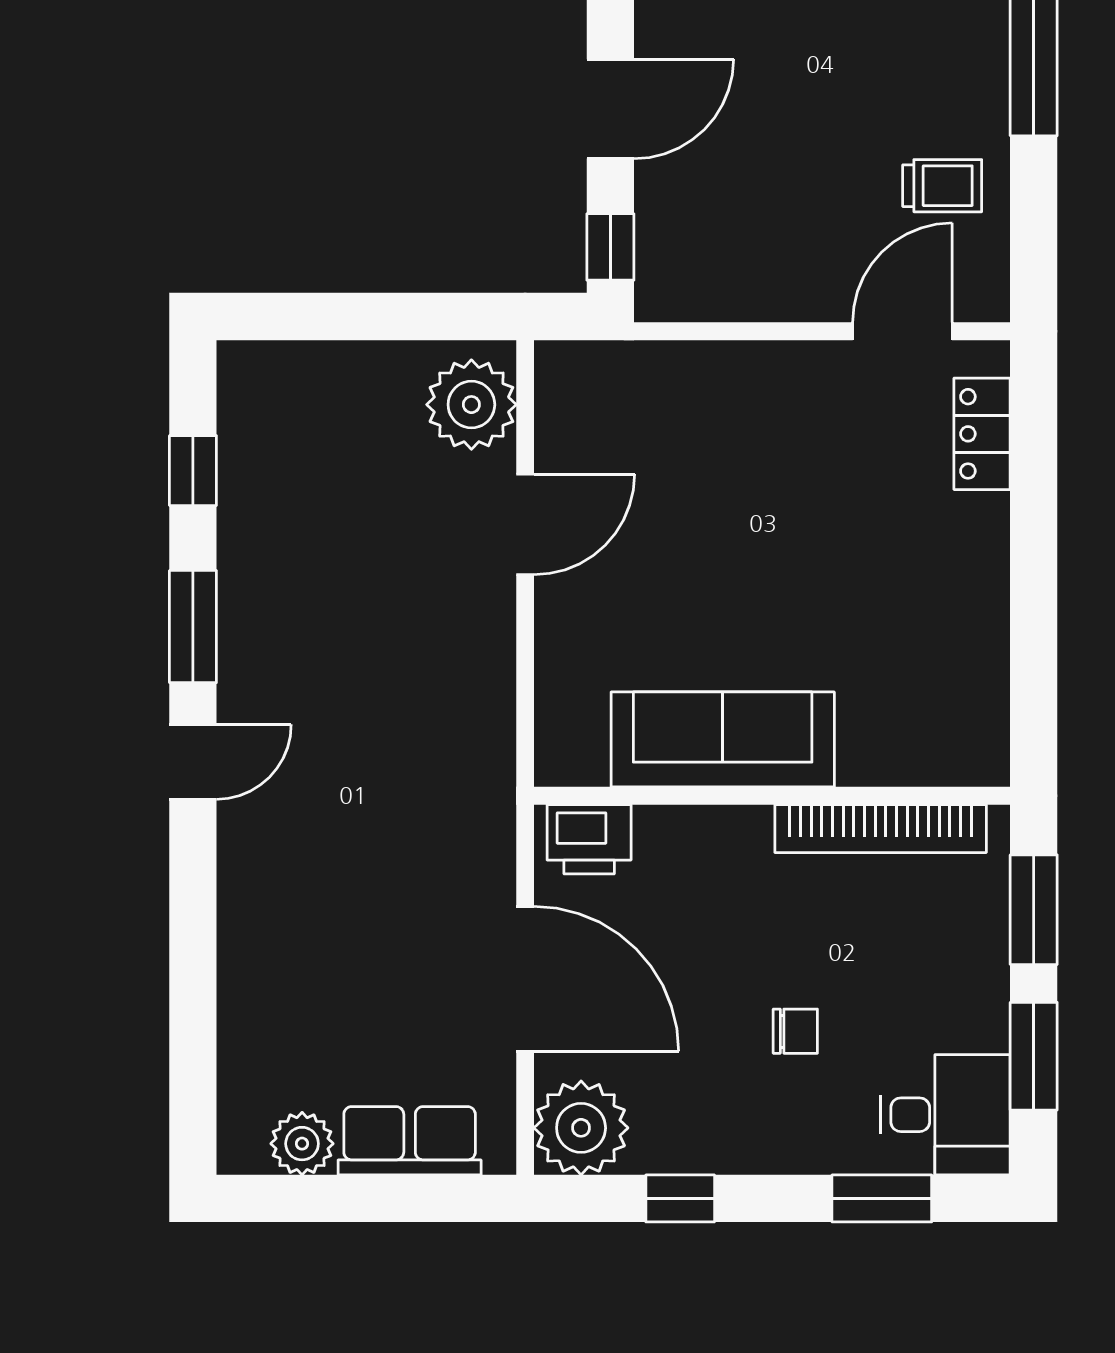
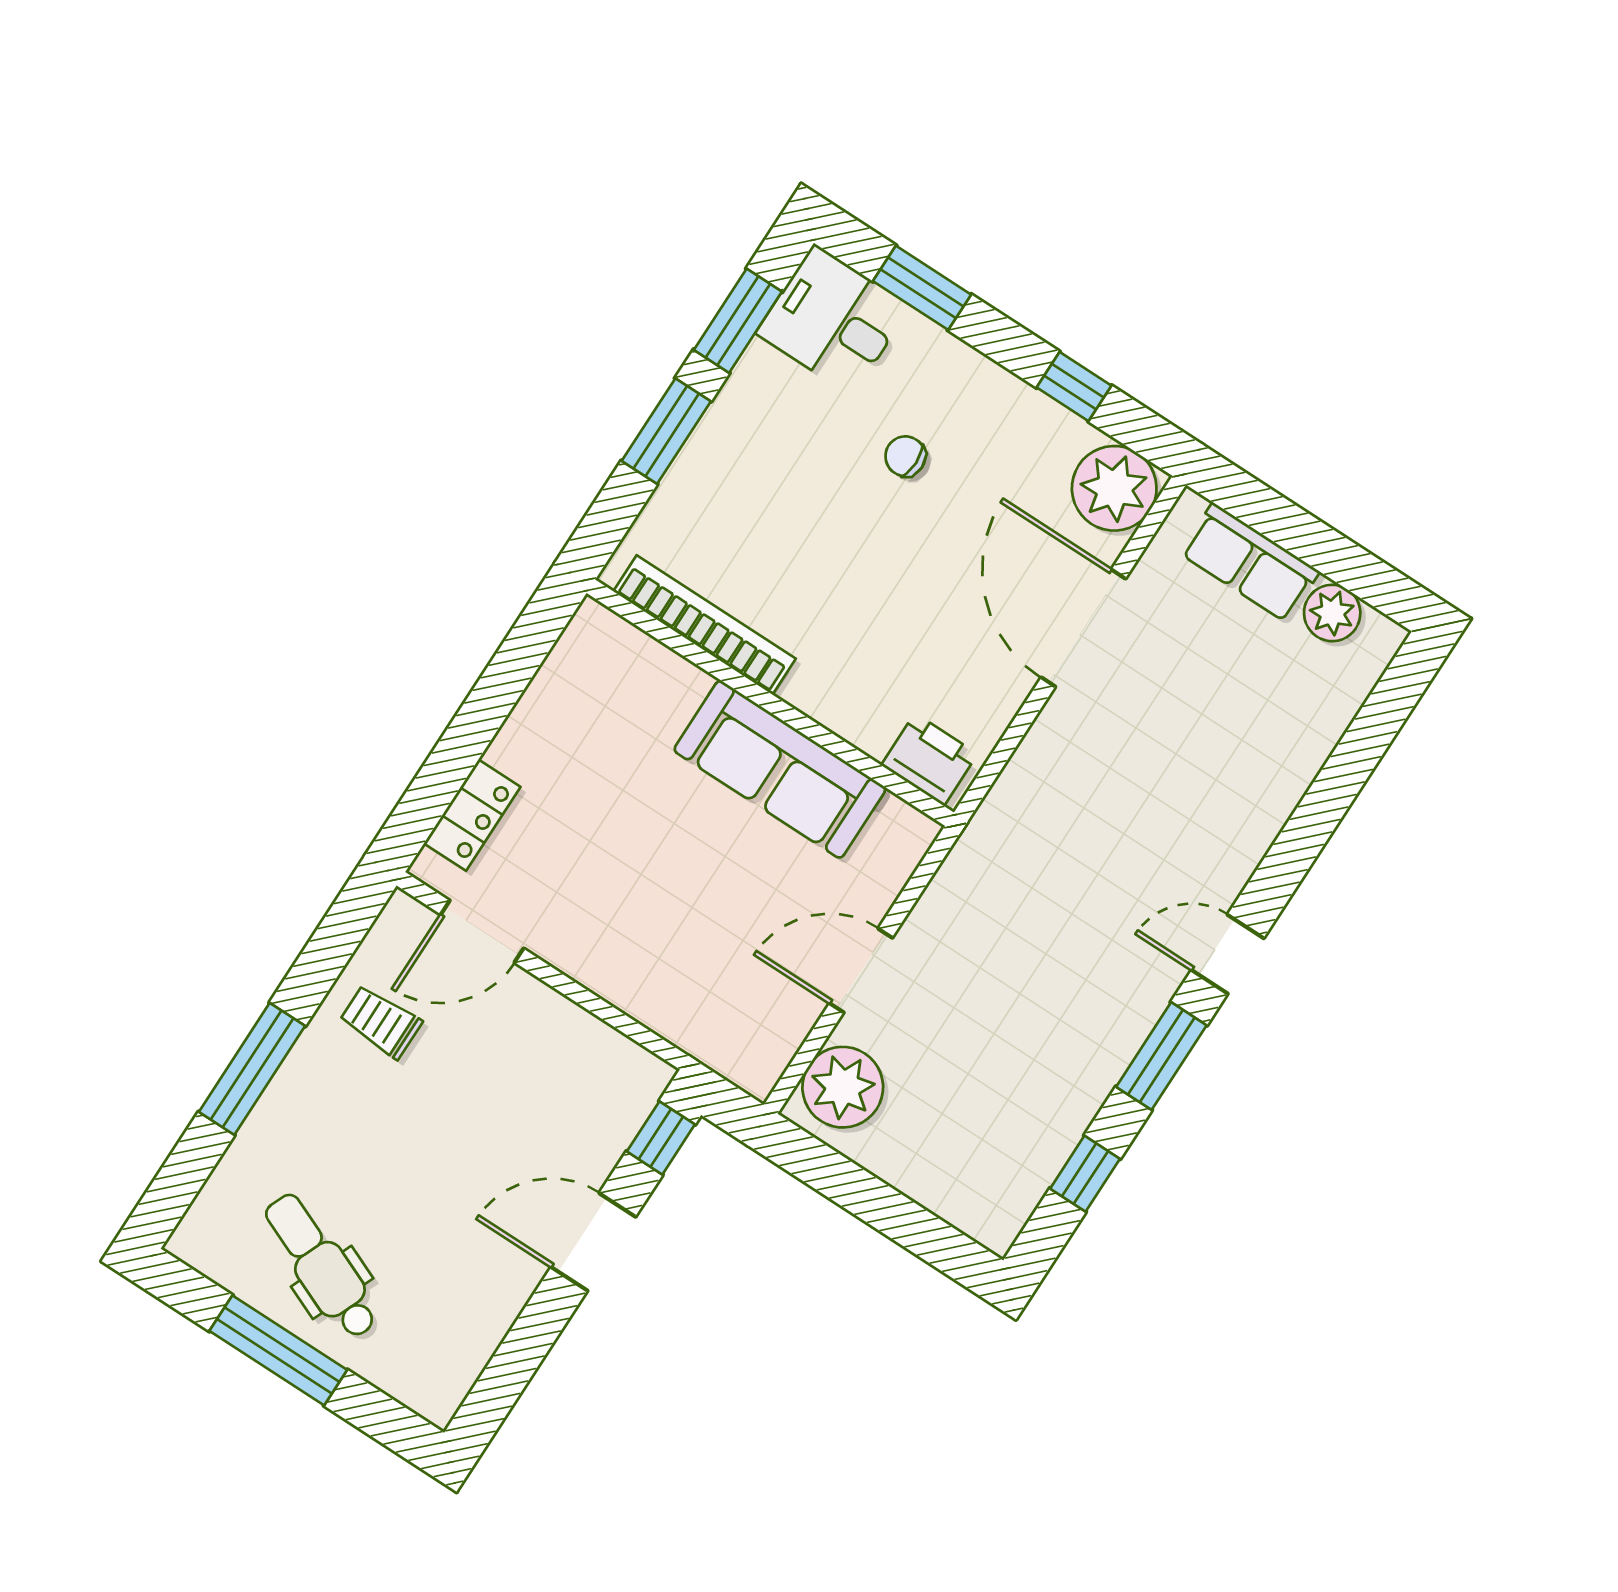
sofa: (723, 739) -> (780, 769), moved
wall: (772, 796) -> (770, 703), moved
bookcase: (881, 829) -> (704, 625), moved
printer: (589, 839) -> (929, 760), moved

